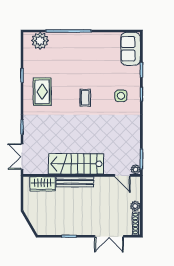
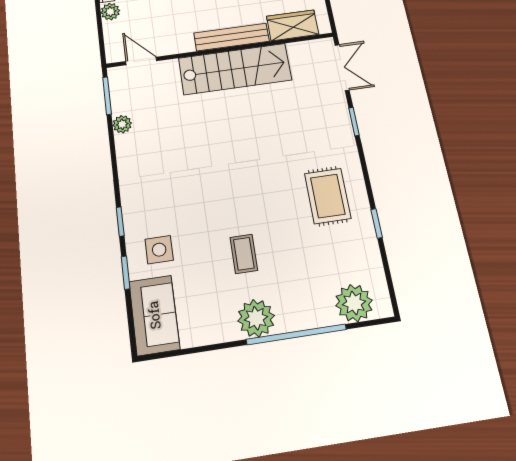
plant: (85, 41) -> (256, 318), added
side table: (121, 96) -> (159, 250), moved
coffee table: (85, 98) -> (244, 254), moved
plant: (135, 169) -> (122, 124), moved

